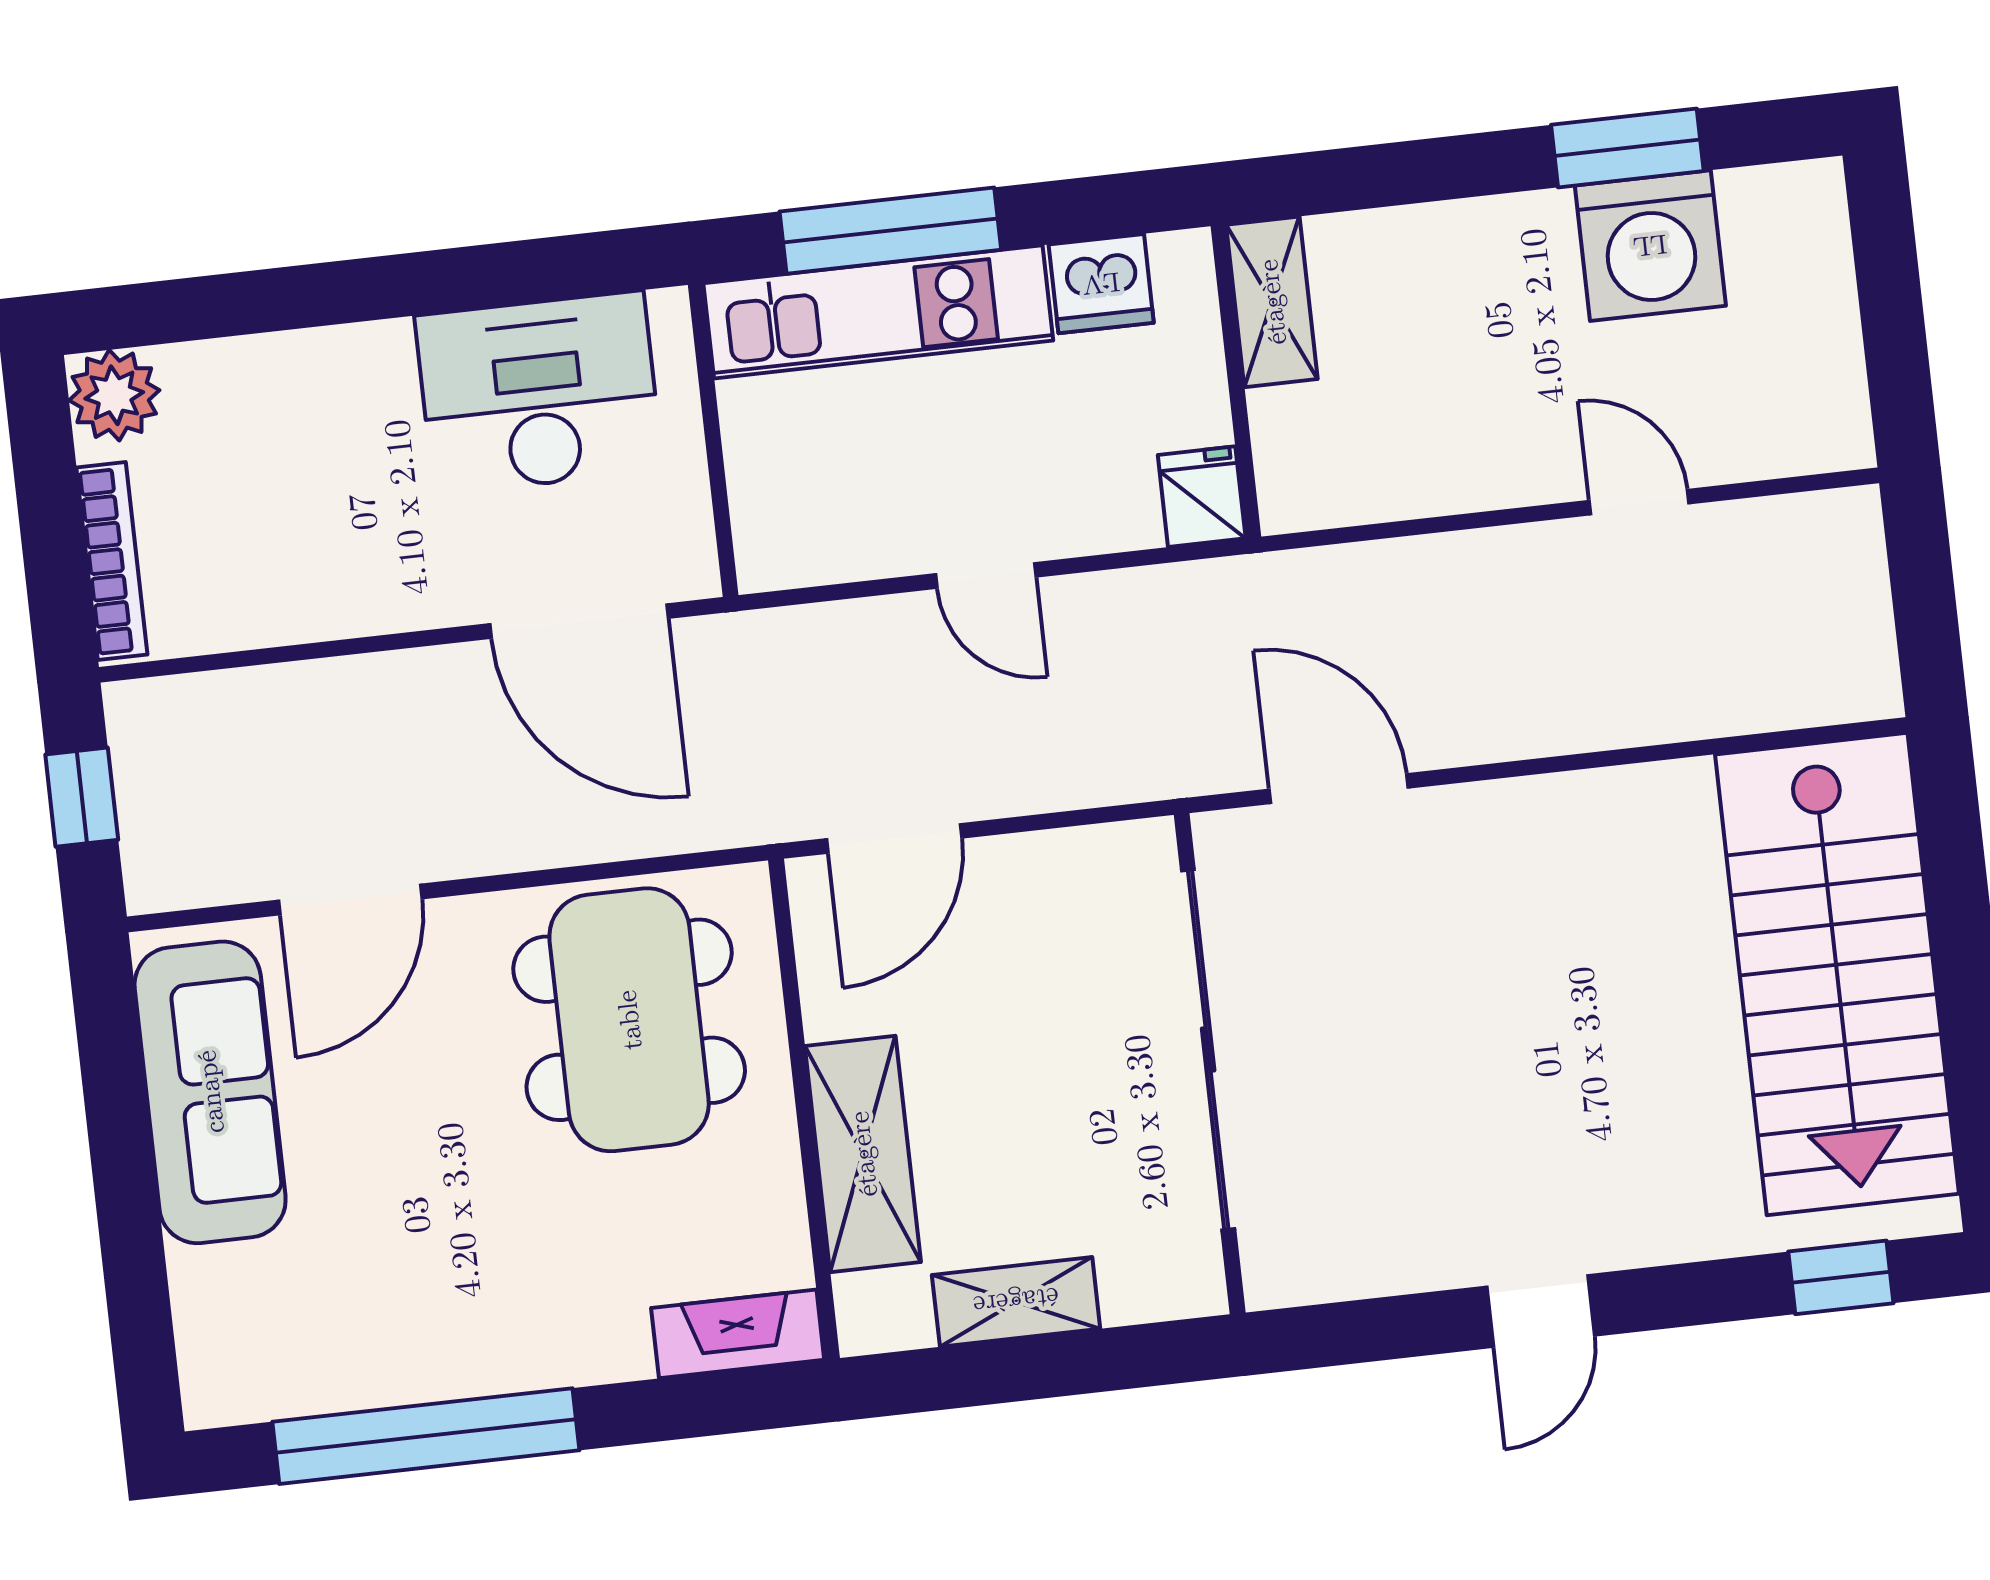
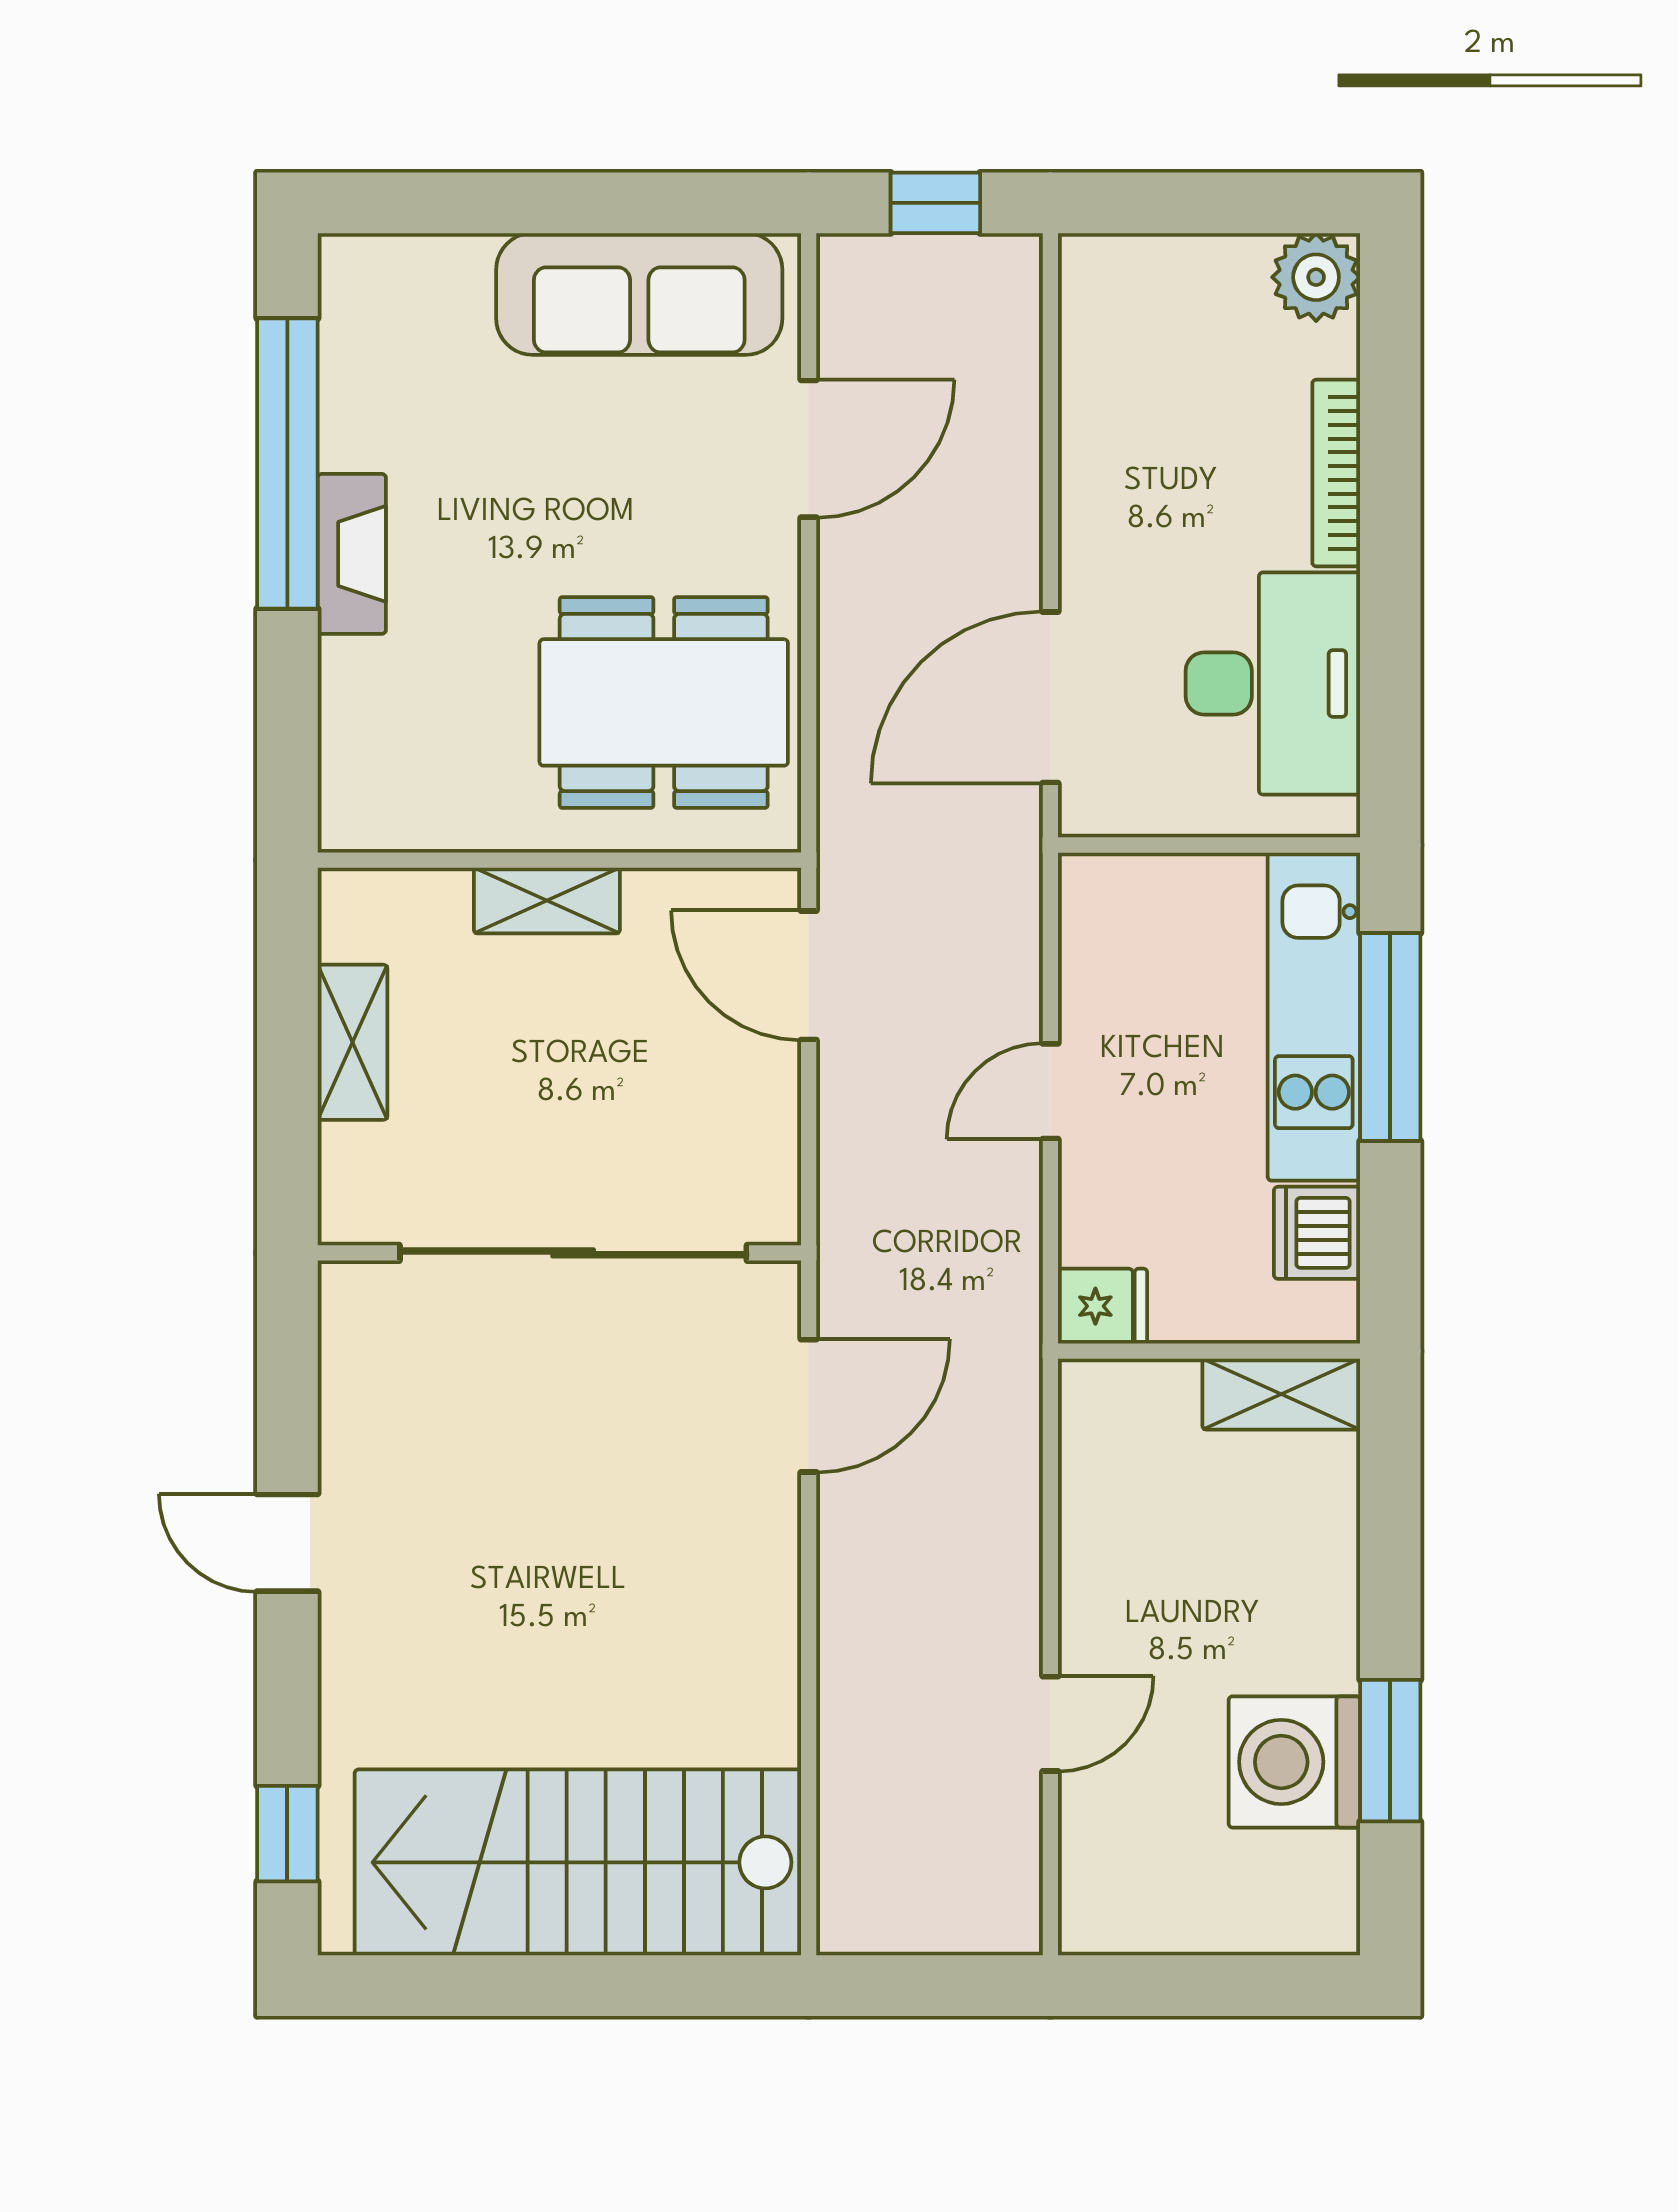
bookcase: (112, 561) -> (1336, 473), moved, turned 90
door: (350, 899) -> (809, 449), swing flipped
shelving: (863, 1154) -> (547, 901), width x0.67, depth x0.75
fireplace: (738, 1334) -> (352, 554), moved

